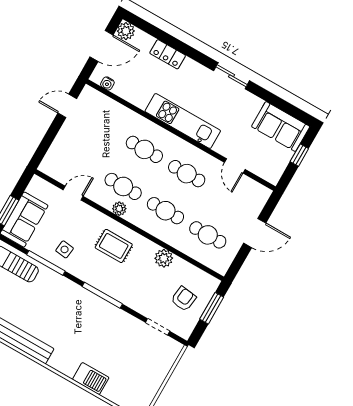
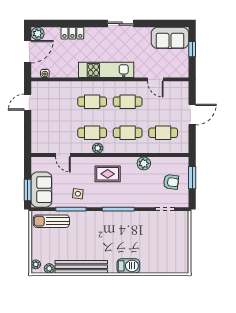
door: (73, 193) -> (63, 155), swing flipped
armchair: (184, 299) -> (171, 182), turned 90
barbecue: (91, 379) -> (128, 266), moved

